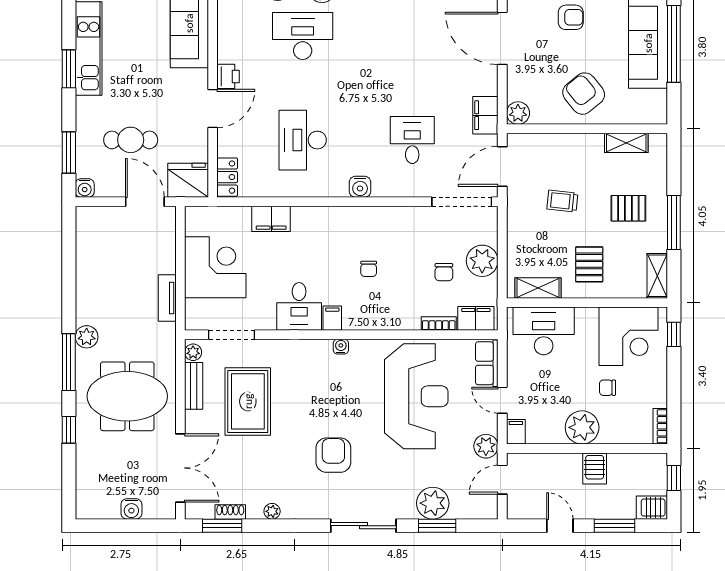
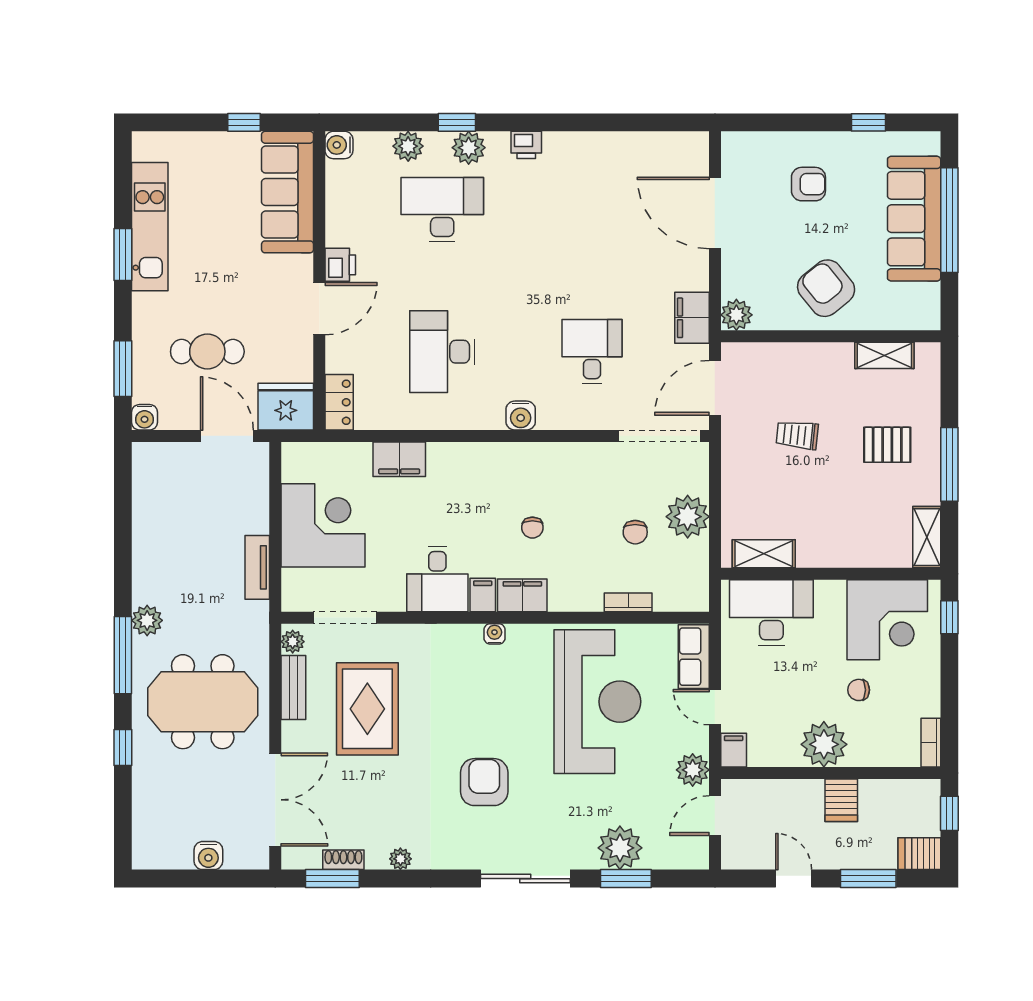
pallet: (589, 264) -> (834, 522), removed
filing cabinet: (476, 318) -> (522, 595), moved

